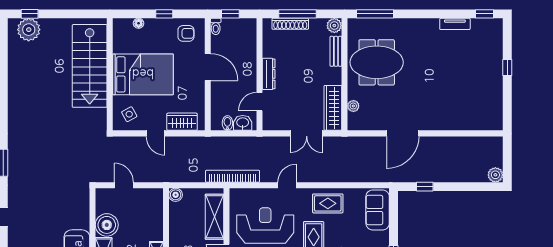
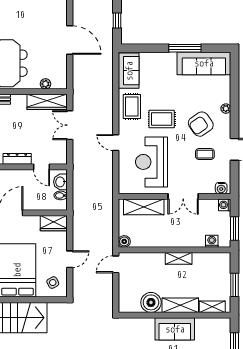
wardrobe: (182, 122) -> (54, 223), moved, turned -90
double door: (307, 133) -> (70, 125), swing flipped
bookcase: (233, 176) -> (108, 191), removed
door: (124, 185) -> (116, 264), moved
sofa: (378, 210) -> (129, 71), moved, turned -90

